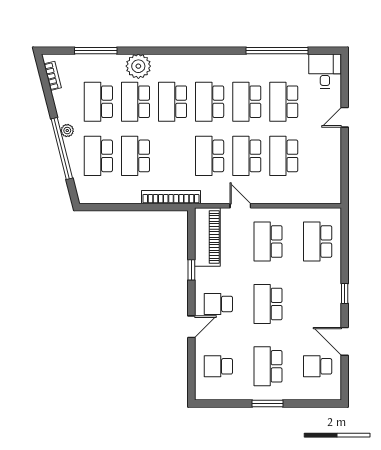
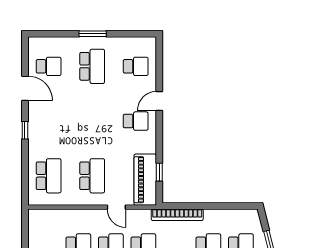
window: (191, 270) -> (159, 172), moved
school desk: (268, 304) -> (92, 121), removed

